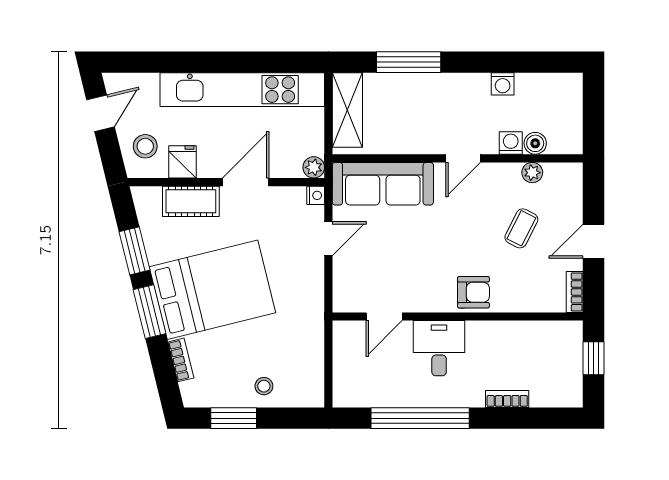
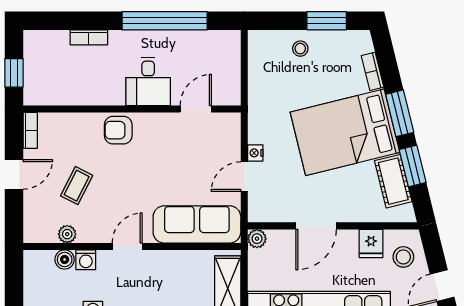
nightstand: (316, 195) -> (255, 153), moved
cot: (191, 201) -> (393, 181), moved, turned 76

